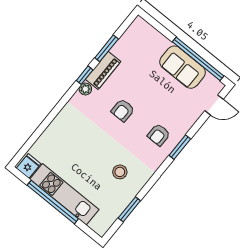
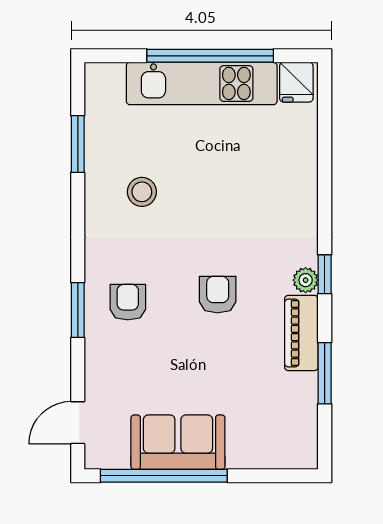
window: (85, 75) -> (325, 274), moved

